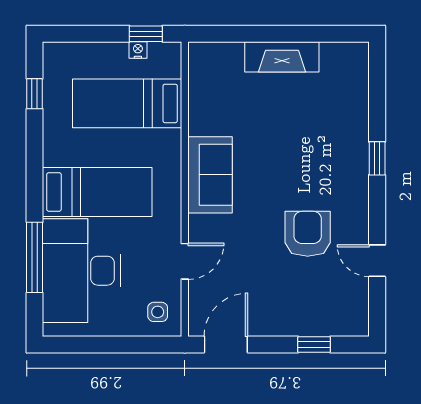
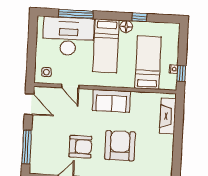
fireplace: (282, 57) -> (168, 116), moved
window: (35, 94) -> (139, 17), moved
floor lamp: (55, 152) -> (126, 27), added
armchair: (302, 152) -> (120, 146), added
window: (314, 345) -> (27, 147), width x2.17

